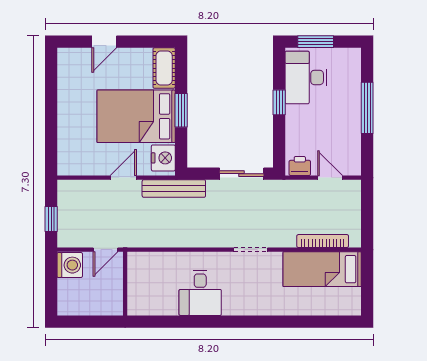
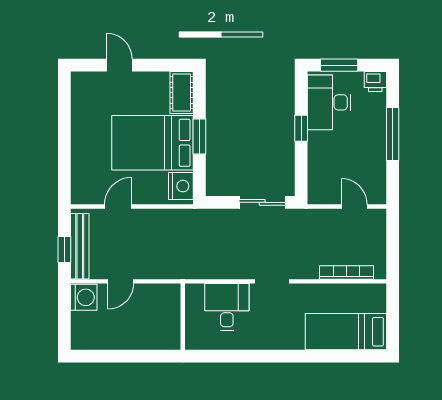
door: (104, 42) -> (119, 65), swing flipped
printer: (300, 166) -> (375, 81), moved, turned 180
door: (123, 178) -> (118, 207), moved
bench: (174, 188) -> (80, 246), moved, turned 90
bed: (322, 269) -> (346, 332), moved
wall: (125, 284) -> (183, 317), moved
desk: (200, 293) -> (227, 307), moved, turned 180

